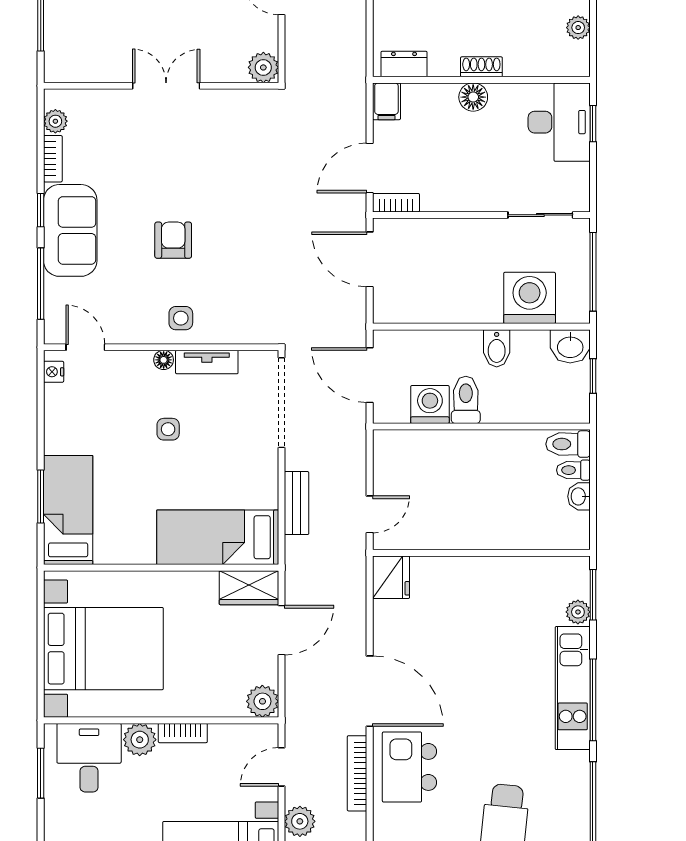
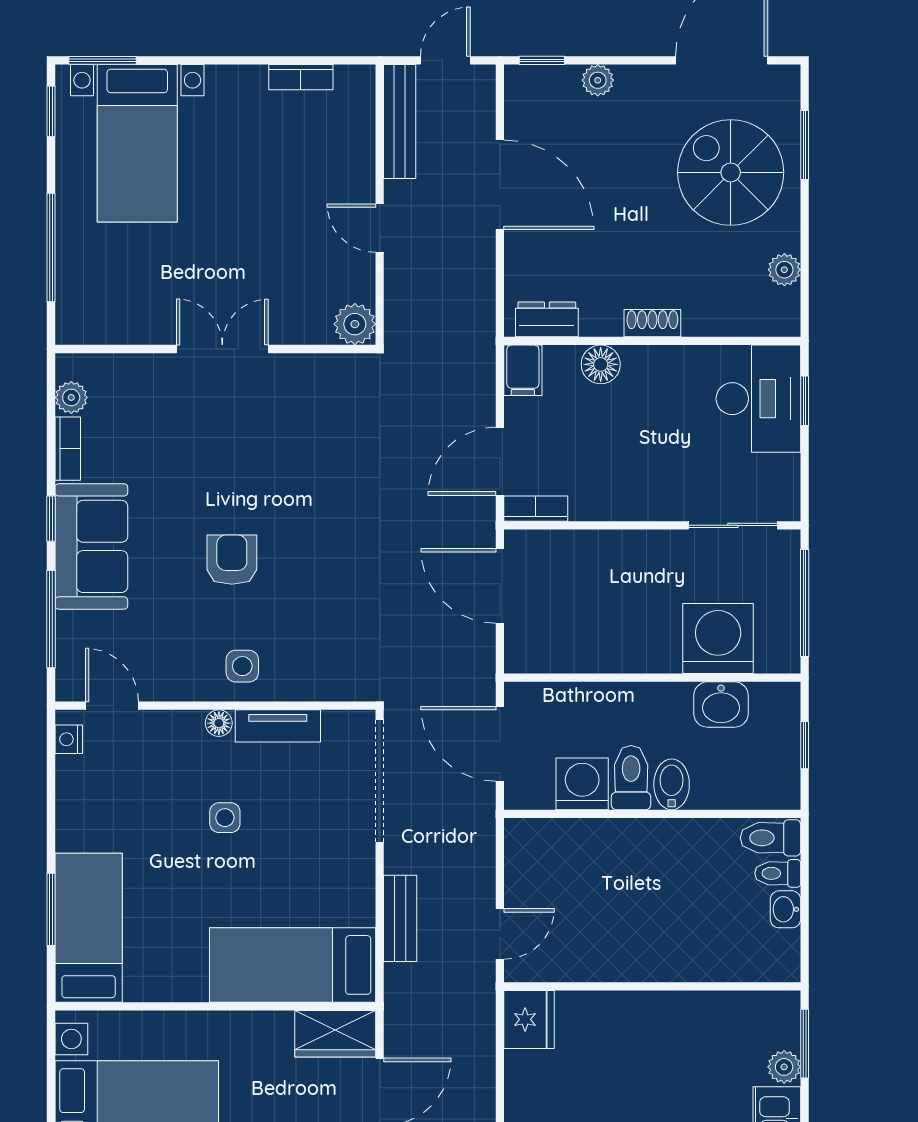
floor lamp: (473, 97) -> (601, 364), moved
washbasin: (570, 346) -> (721, 705), moved
bidet: (497, 348) -> (672, 784), moved, turned 180

